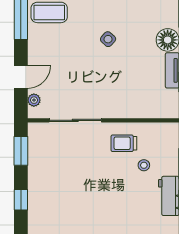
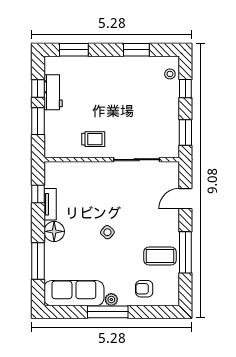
plant: (34, 100) -> (174, 178), removed
stool: (144, 165) -> (170, 74), moved

